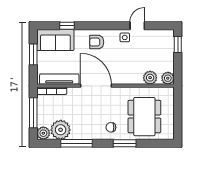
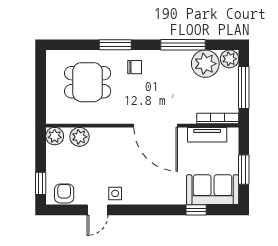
armchair: (97, 42) -> (64, 193), moved, turned -90
tv unit: (59, 79) -> (207, 135), width x0.71
dining table: (144, 117) -> (88, 82), width x0.73

